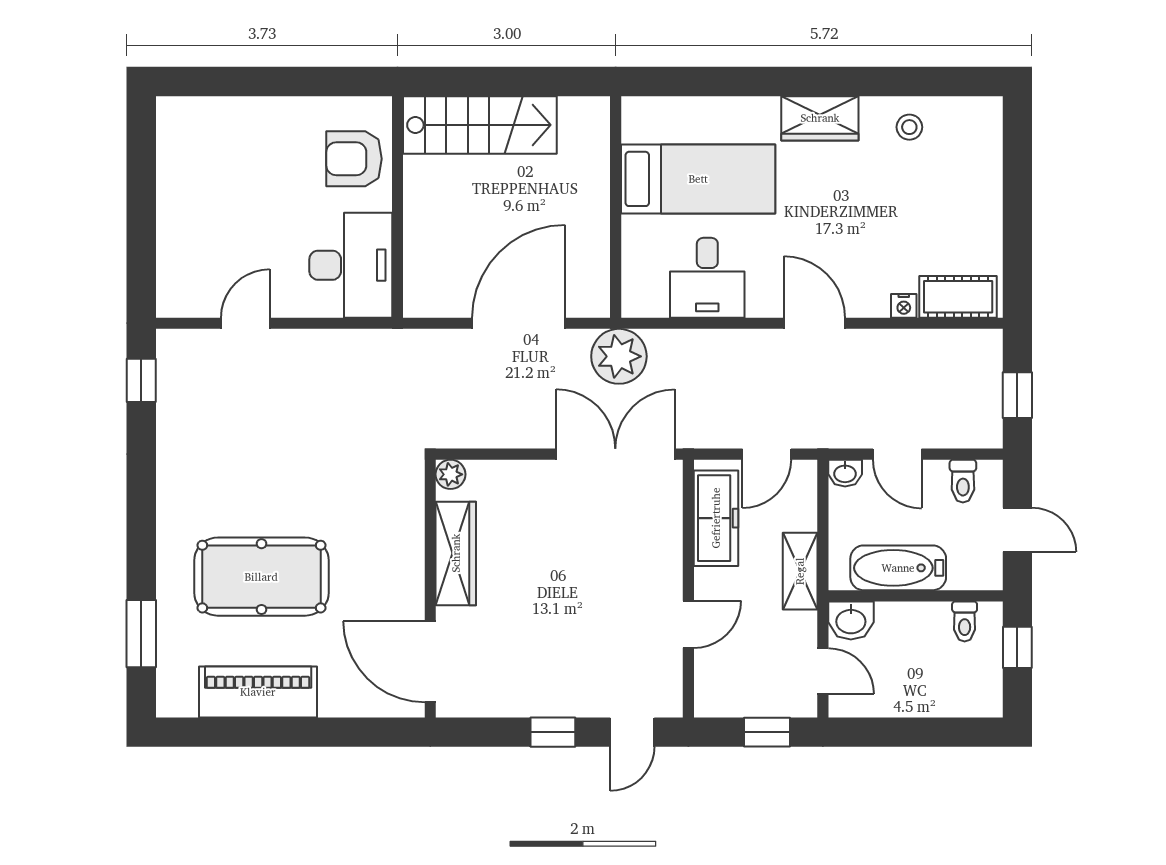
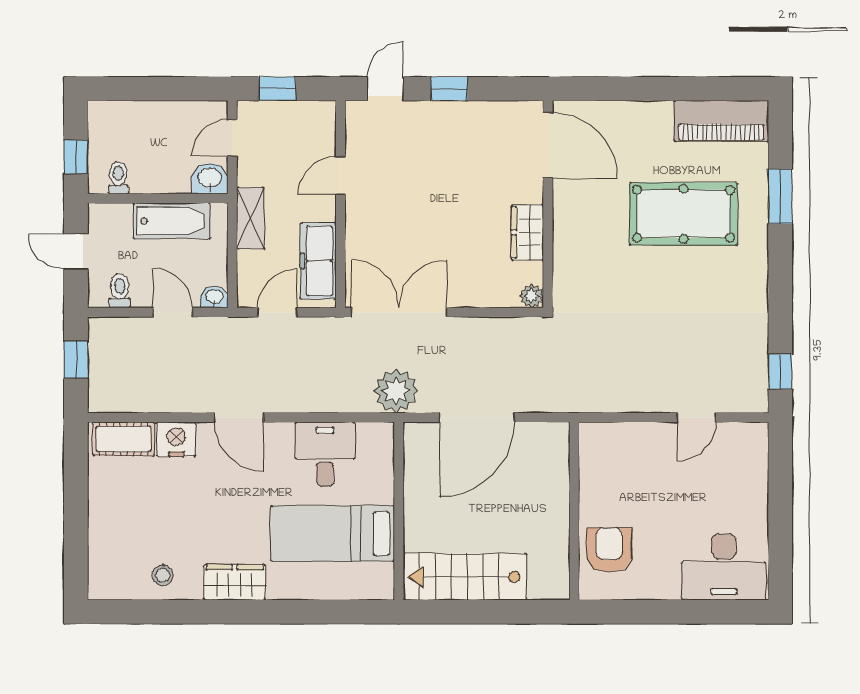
stairs: (480, 125) -> (465, 577), moved
armchair: (354, 159) -> (609, 550), turned -90
desk: (351, 265) -> (724, 567), moved, turned -90
nightstand: (904, 306) -> (176, 439), width x1.89, depth x1.79
double door: (615, 454) -> (399, 312), swing flipped
wardrobe: (456, 553) -> (527, 232), width x0.67
window: (141, 634) -> (780, 196), moved
door: (823, 671) -> (232, 138), hinge flipped
piano: (258, 692) -> (721, 121), moved

